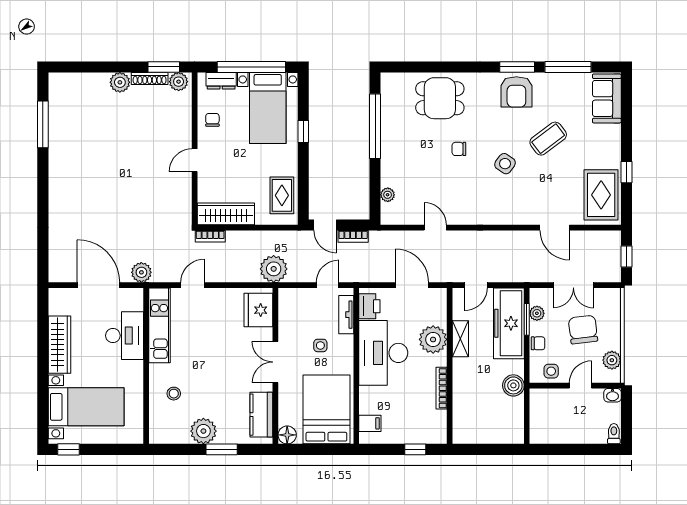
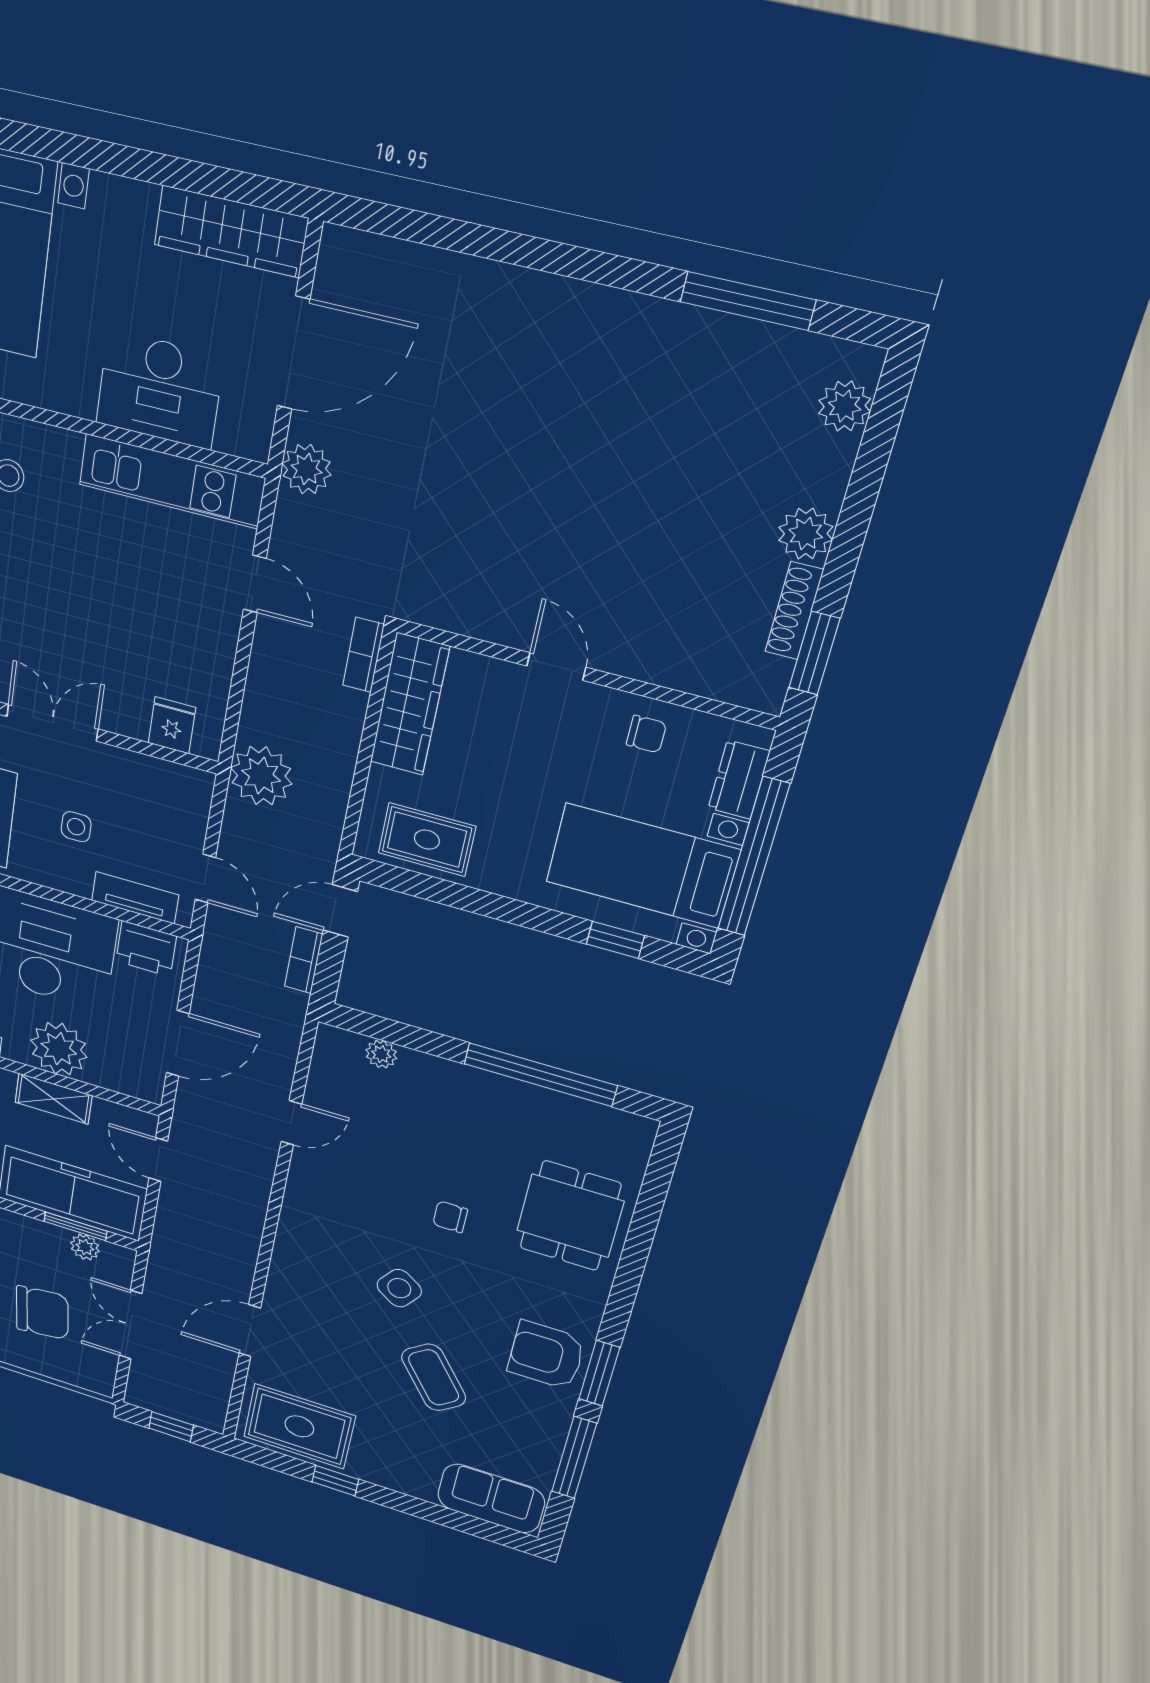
plant: (179, 82) -> (845, 406), moved
window: (303, 132) -> (615, 940), moved
chair: (459, 149) -> (450, 1217), turned -90
fridge: (258, 310) -> (172, 725), width x0.53, depth x0.75
chair: (538, 343) -> (26, 1230), removed
wardrobe: (59, 345) -> (231, 231), moved

